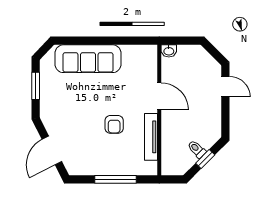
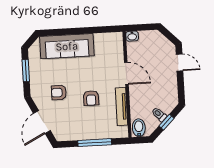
armchair: (75, 115) -> (59, 93), added
bidet: (171, 164) -> (139, 128), added

